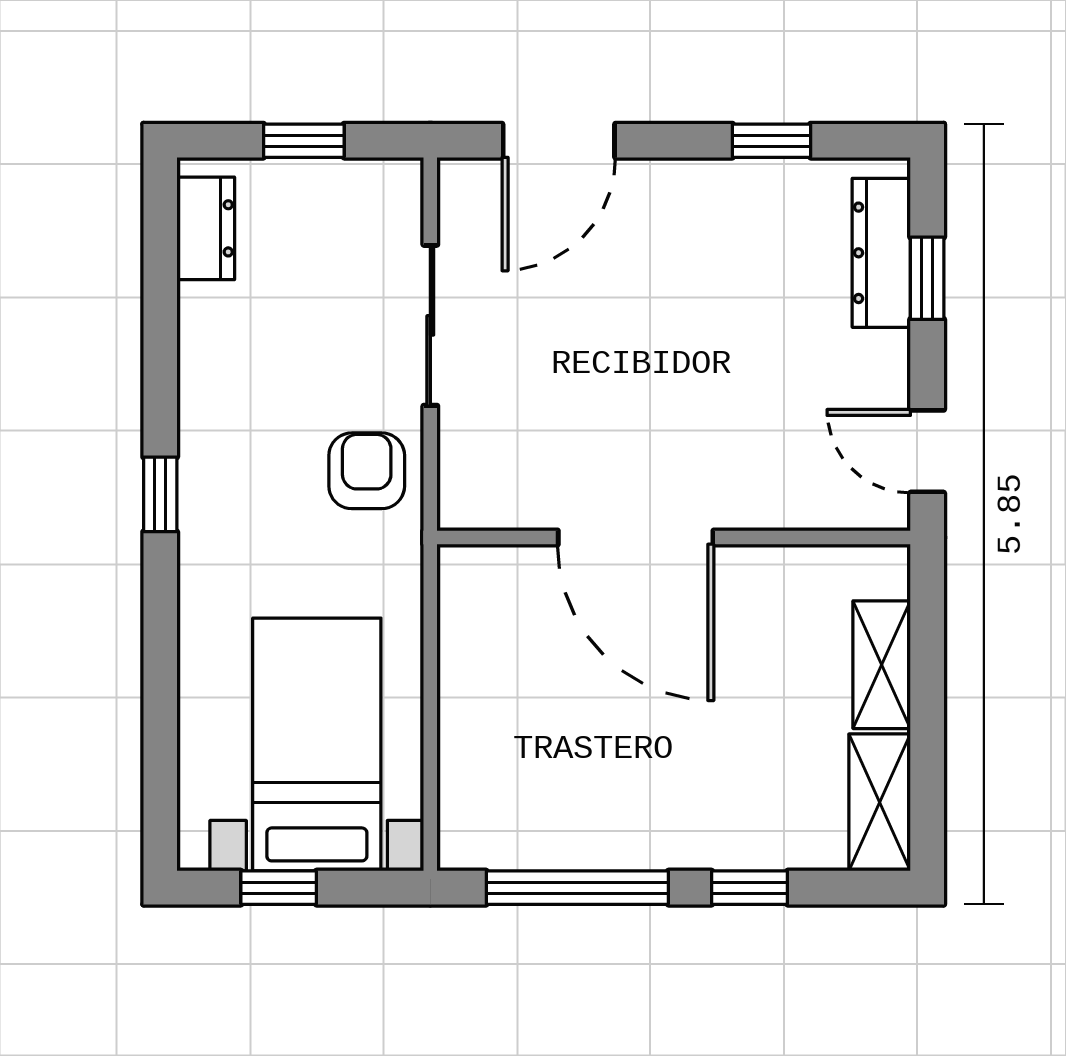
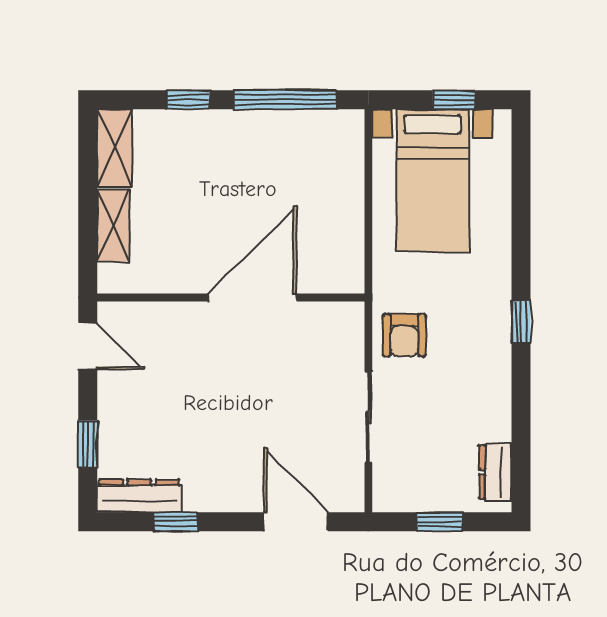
door: (559, 141) -> (296, 522), hinge flipped
dresser: (881, 253) -> (139, 496), moved, turned -90
door: (636, 538) -> (252, 297), hinge flipped

